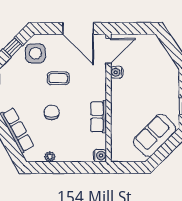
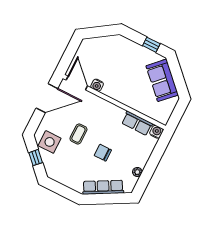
row of seats: (99, 117) -> (137, 123), moved

